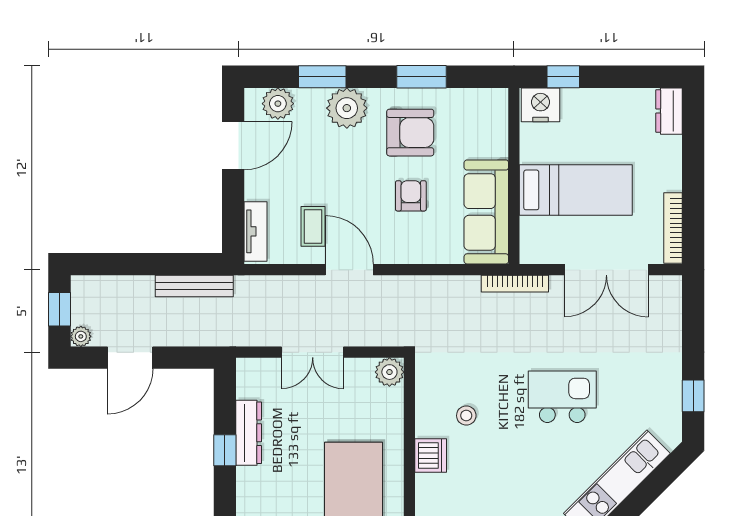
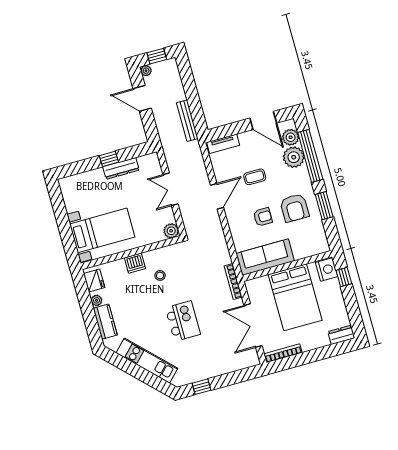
window: (322, 77) -> (310, 156), width x2.11
plant: (347, 108) -> (294, 157), moved
bed: (576, 190) -> (295, 297), width x1.50
coffee table: (313, 226) -> (255, 177), moved

